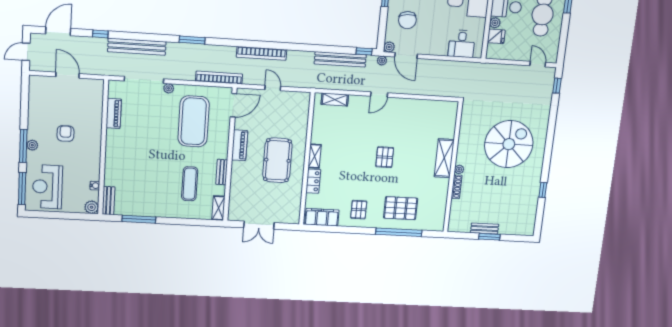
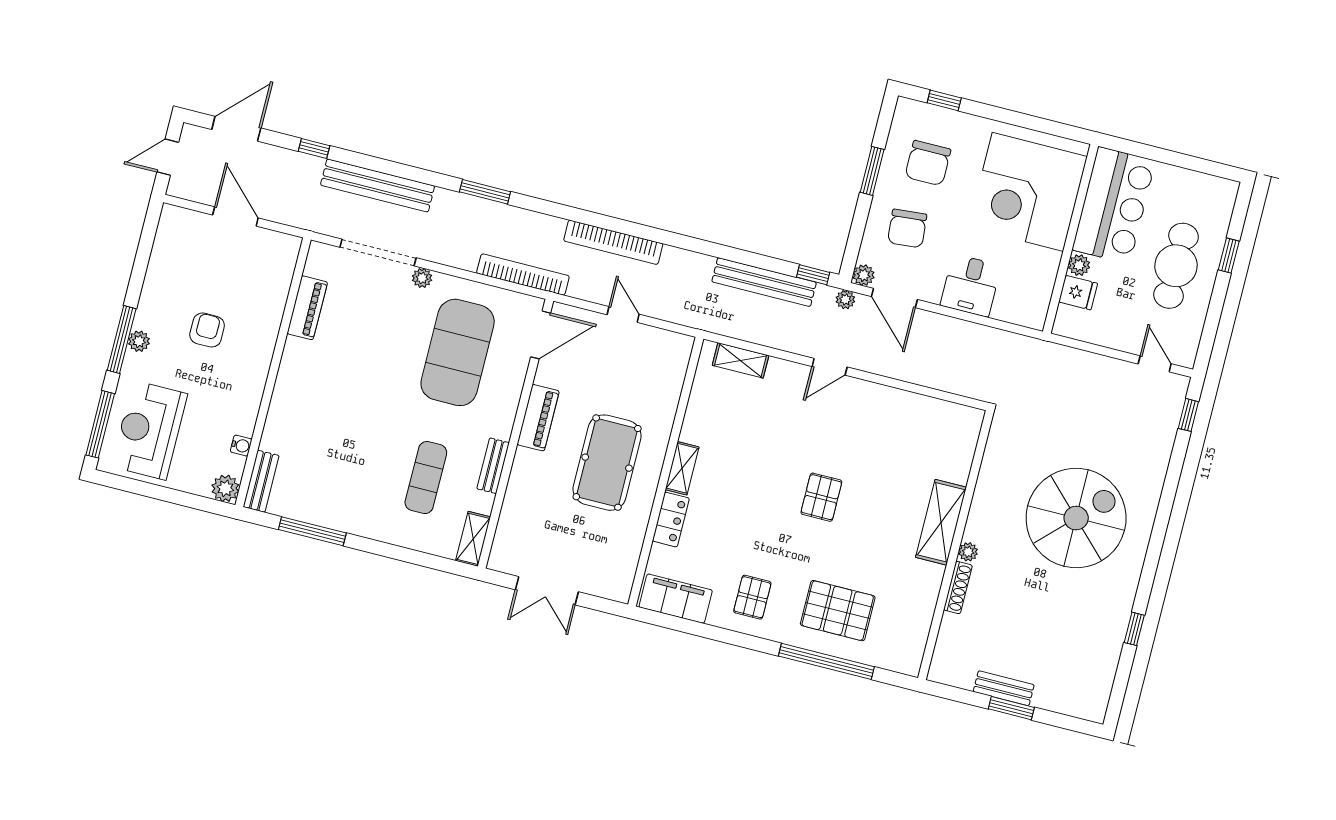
desk: (462, 44) -> (971, 285), moved

